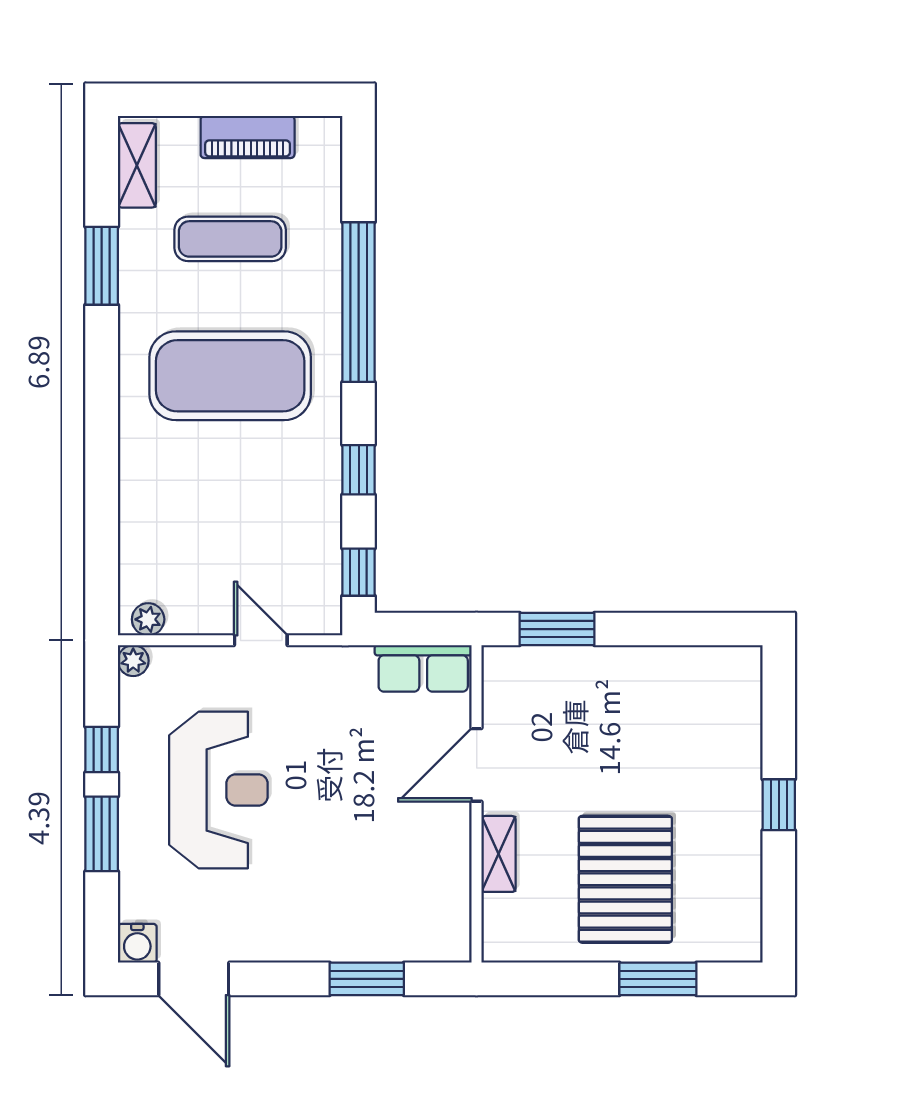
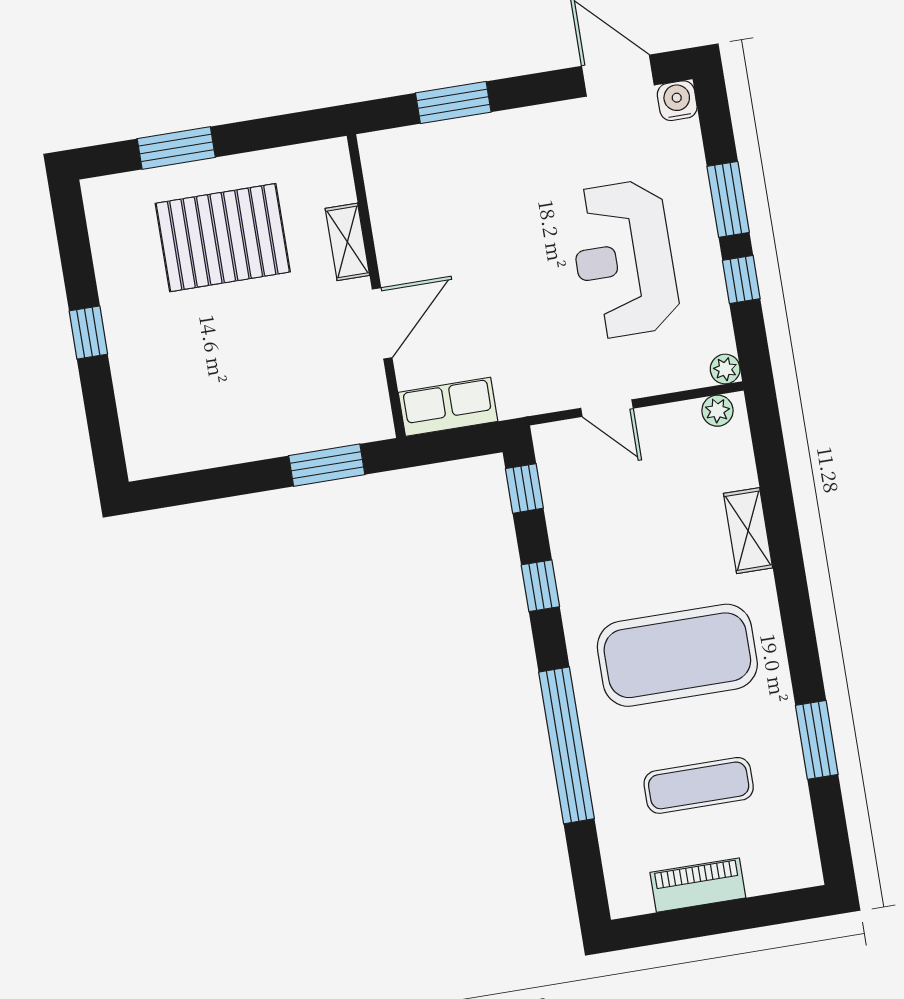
shelving: (137, 165) -> (748, 531), moved
pallet: (625, 879) -> (223, 238), turned 90

